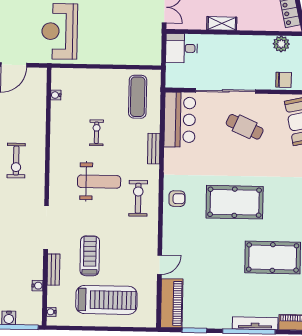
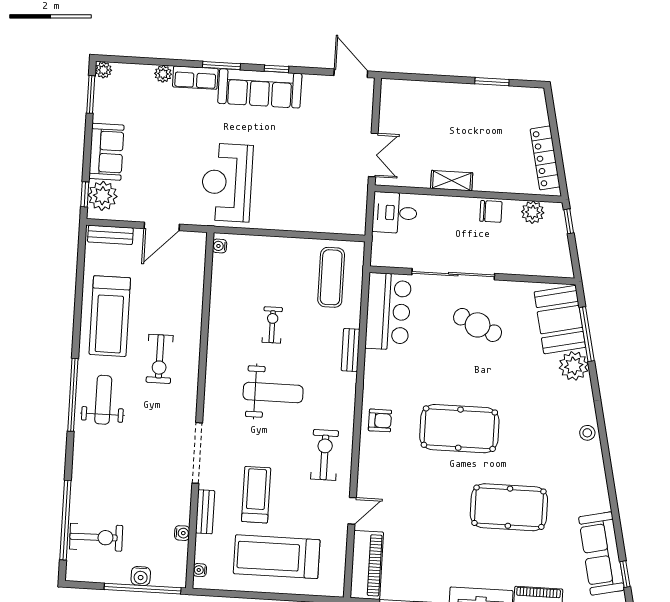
chair: (284, 80) -> (491, 211), moved
water cooler: (56, 95) -> (219, 246), moved
exercise bike: (138, 198) -> (325, 455), moved
treadmill: (106, 300) -> (277, 557), turned 180

